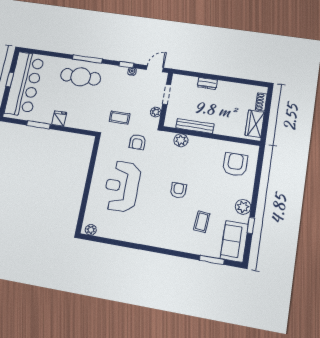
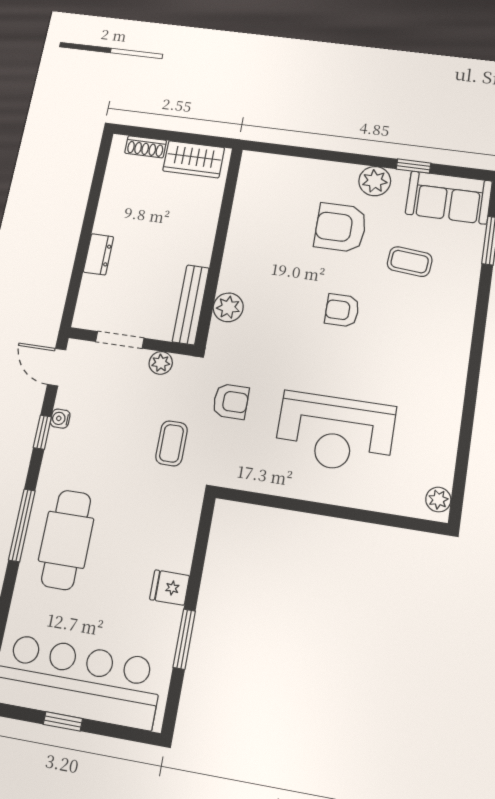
bench: (195, 126) -> (191, 305), moved
armchair: (235, 164) -> (341, 228), moved

